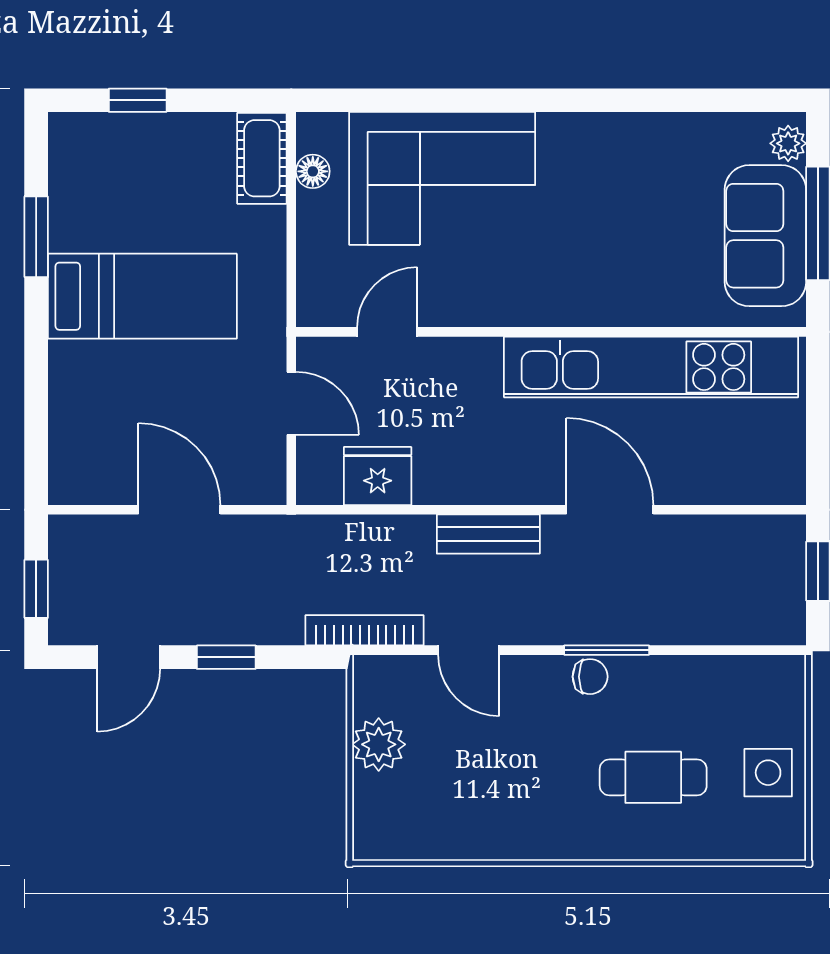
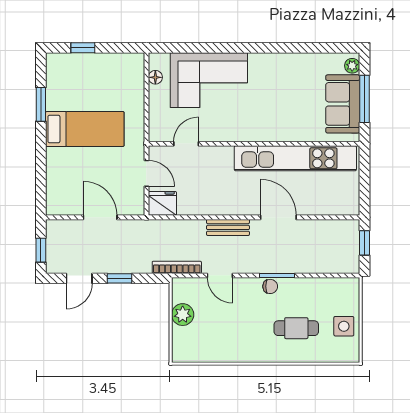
cot: (262, 158) -> (134, 72), removed
fridge: (378, 476) -> (162, 203), moved

